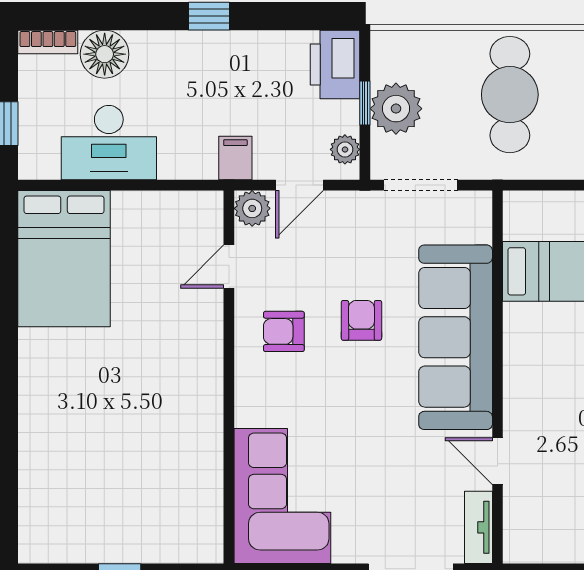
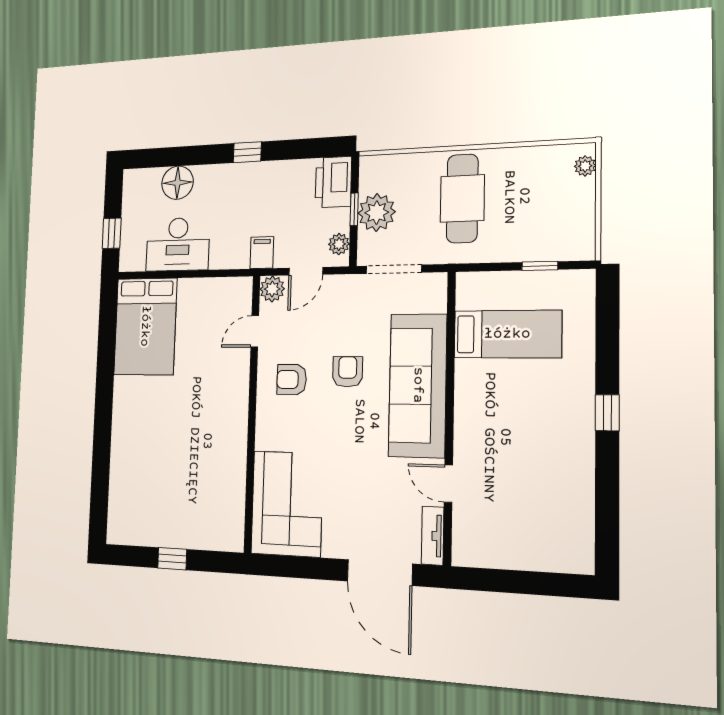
bookcase: (48, 42) -> (142, 176), removed

